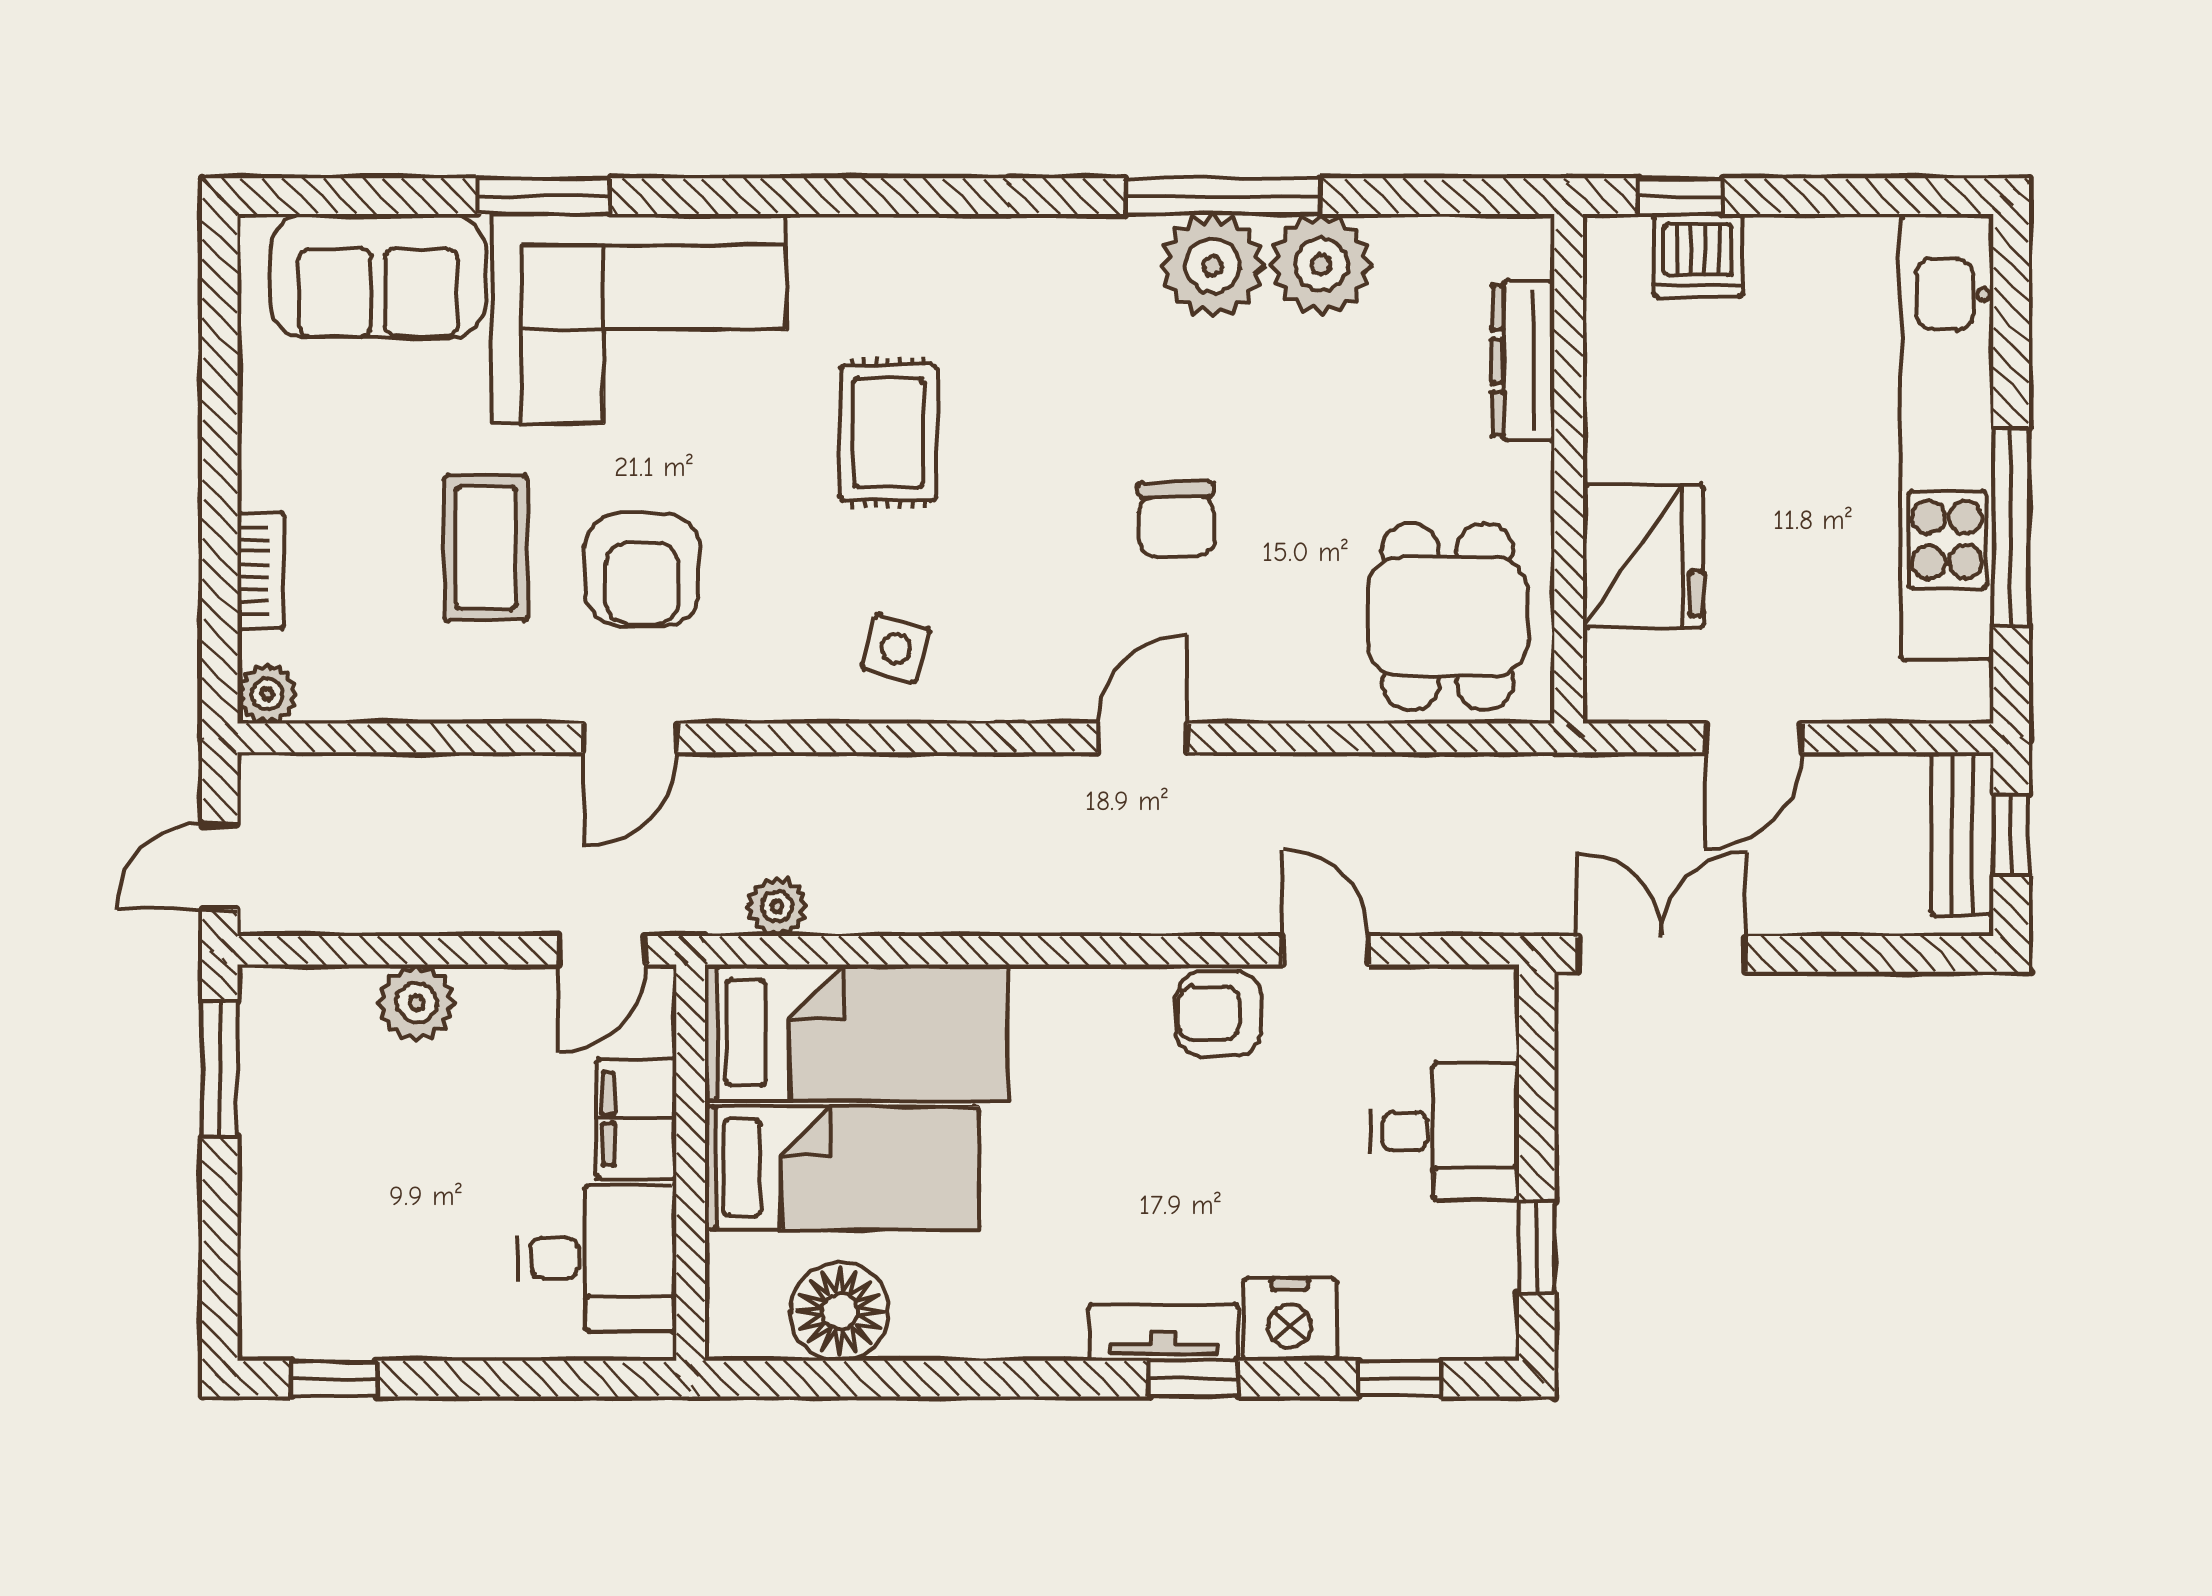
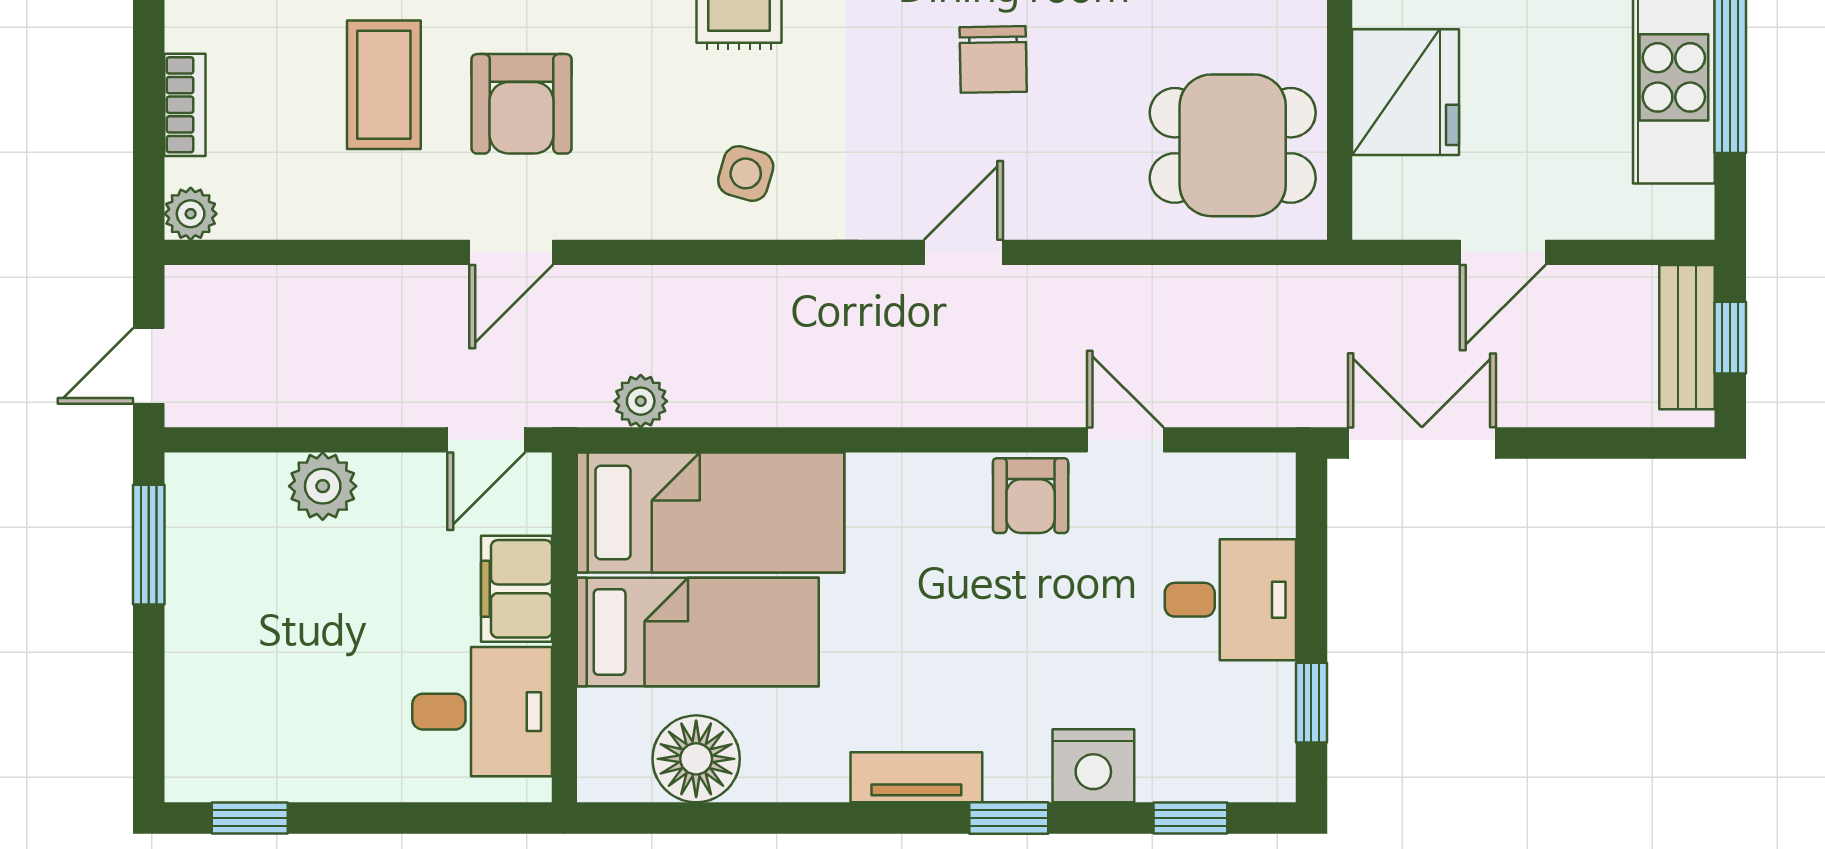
dining table: (1448, 617) -> (1233, 145), turned 90
armchair: (1219, 1013) -> (1031, 496), turned -90
tv unit: (1163, 1333) -> (916, 777), moved

